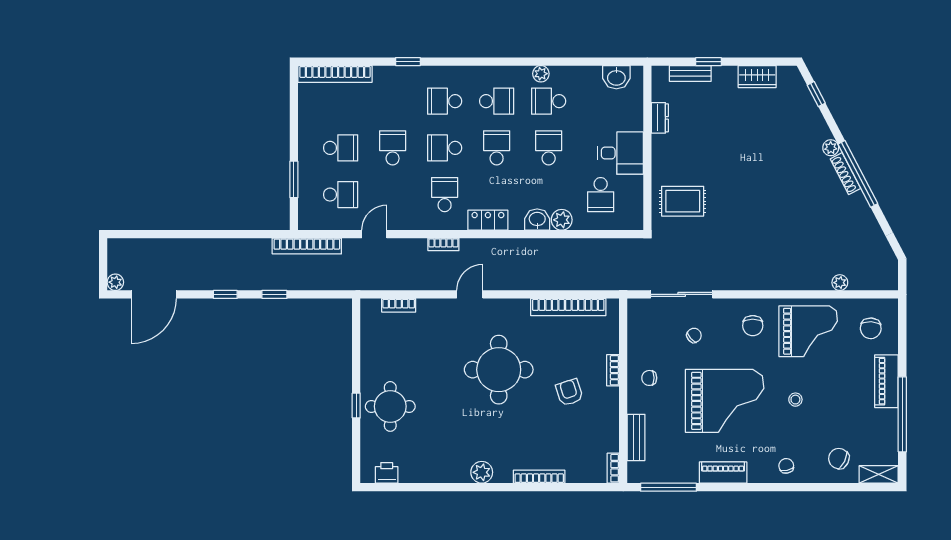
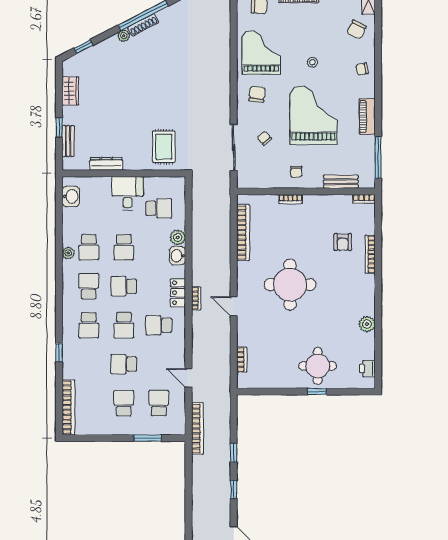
dresser: (660, 118) -> (106, 164), width x1.44
school desk: (549, 148) -> (124, 247), turned -90
bookcase: (443, 244) -> (196, 298), moved
plant: (840, 283) -> (225, 29), removed
chair: (753, 326) -> (257, 94), turned -82
armchair: (569, 392) -> (343, 242), moved, turned -72
plant: (482, 472) -> (367, 324), moved

